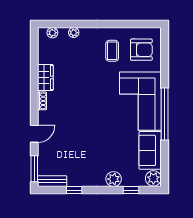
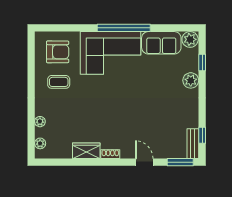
armchair: (141, 50) -> (58, 52), turned 90
window: (74, 190) -> (202, 135), moved

